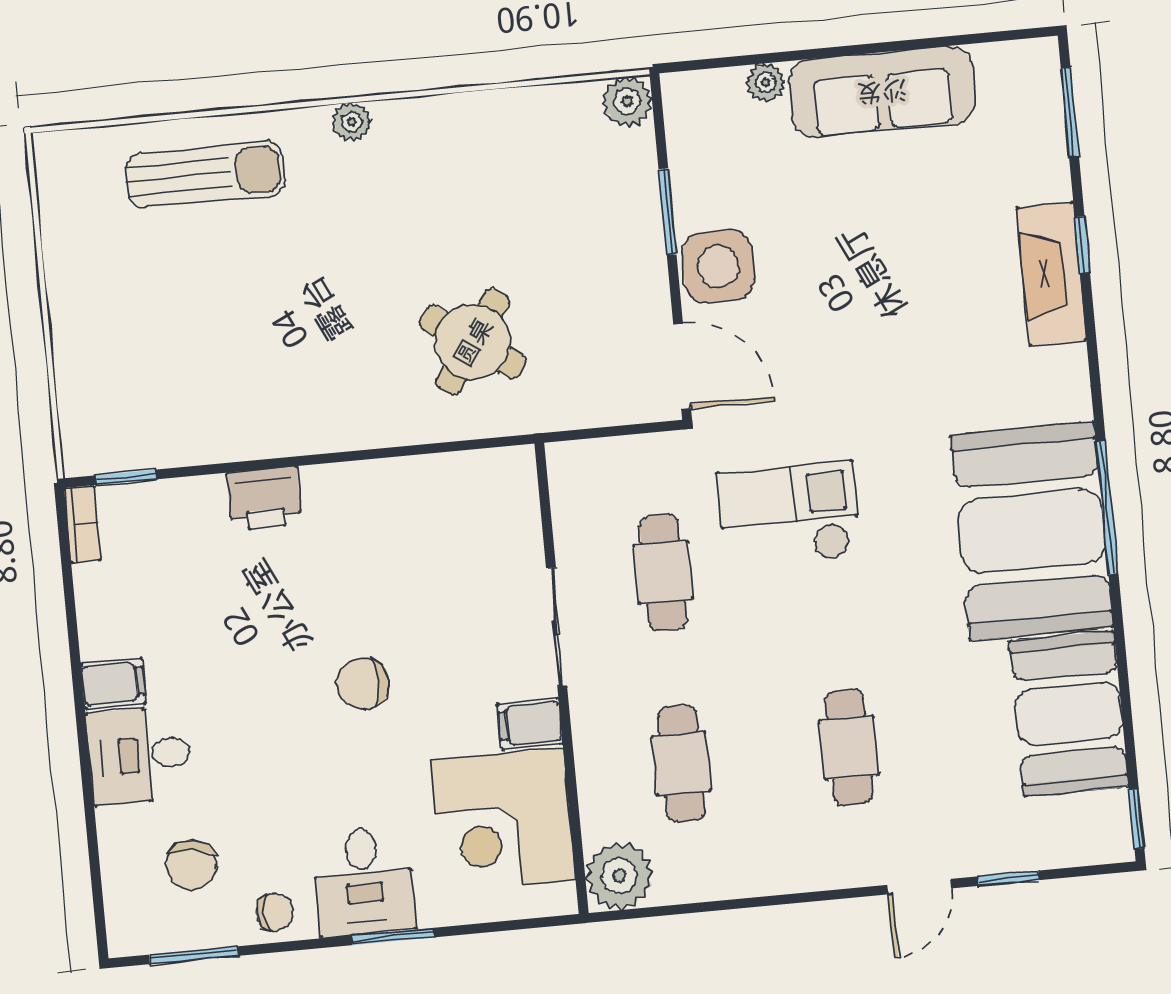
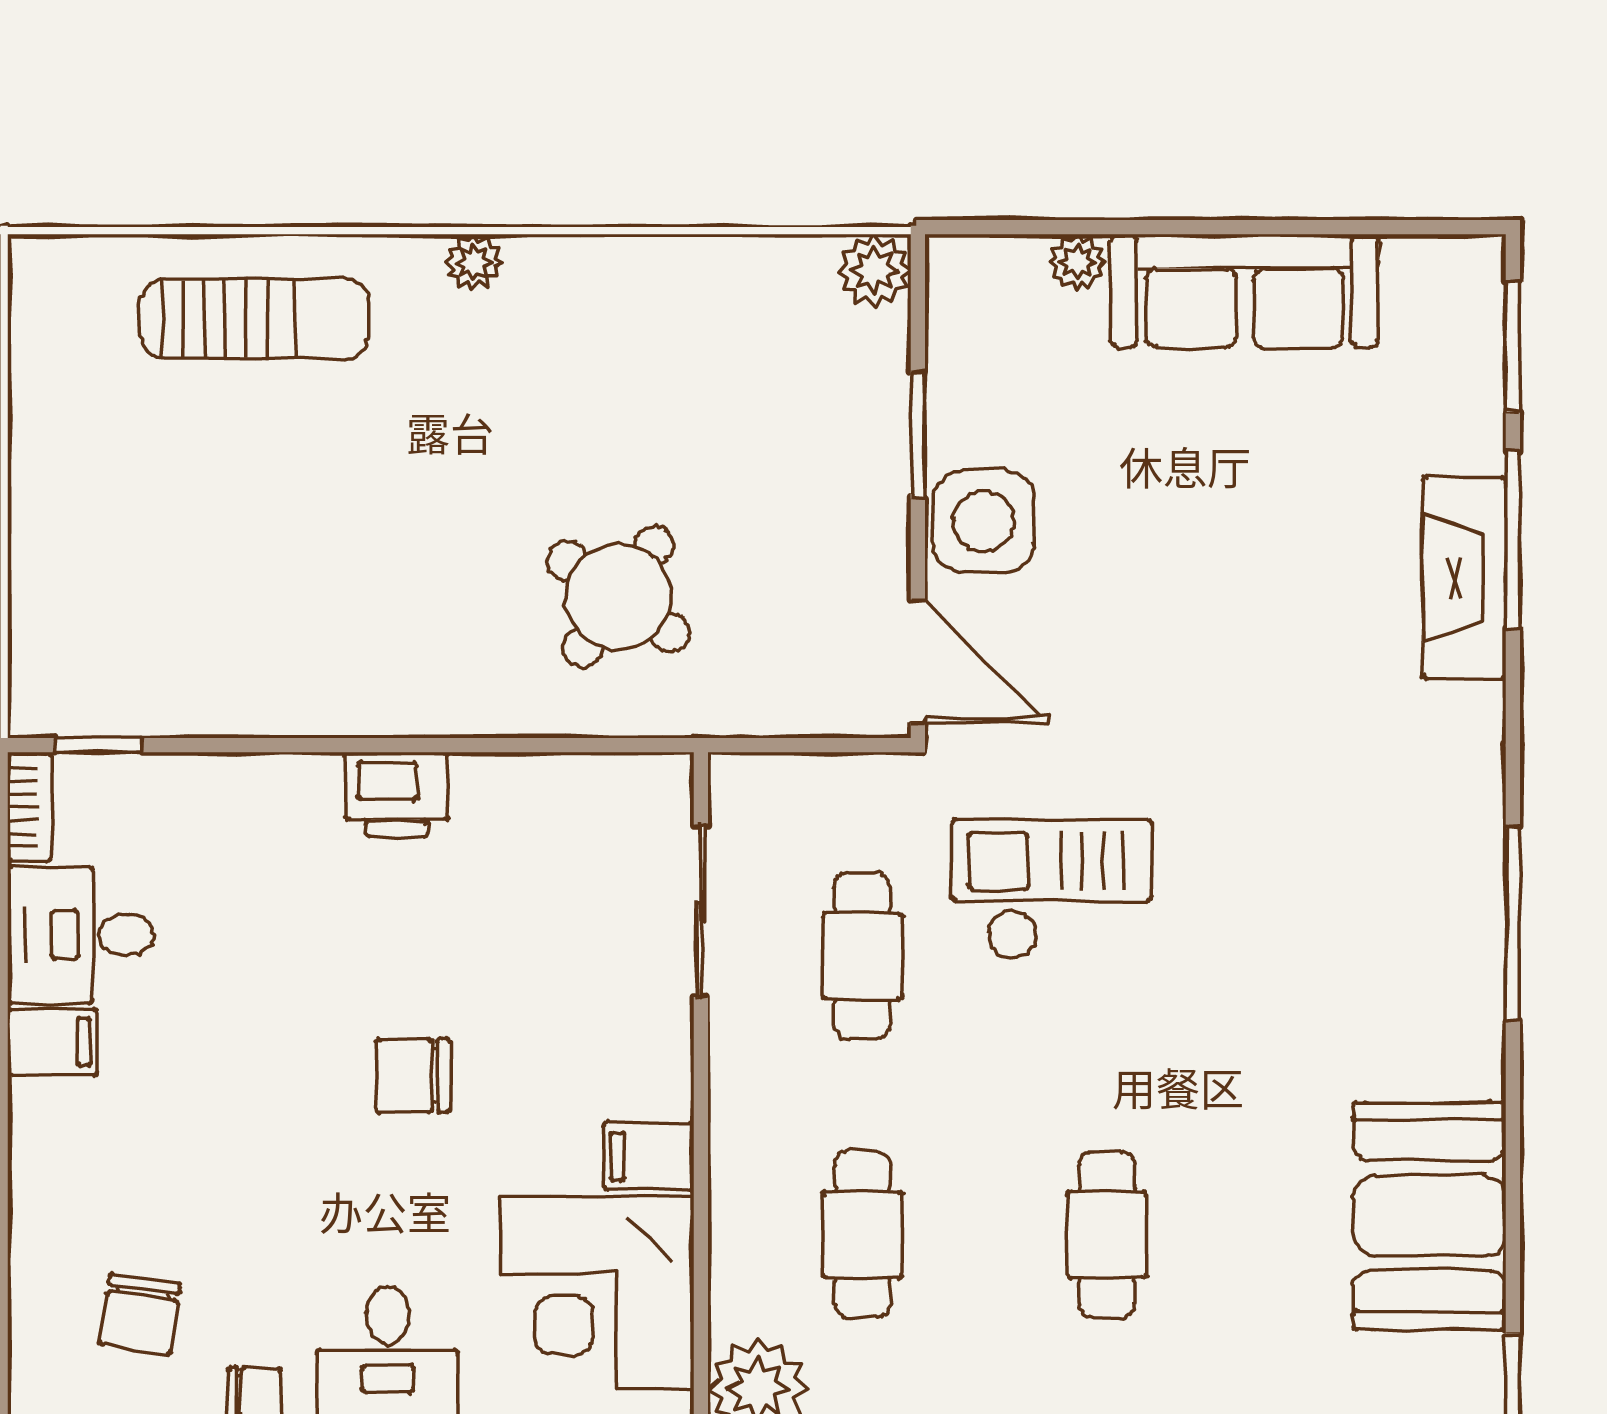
window: (1082, 245) -> (1513, 540), width x2.17
printer: (264, 498) -> (397, 795), moved
booth: (1032, 531) -> (1401, 947), removed
sliding door: (557, 627) -> (701, 911), moved
desk: (140, 755) -> (81, 935), moved

